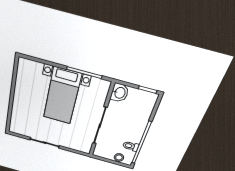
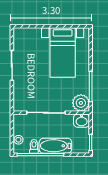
plant: (100, 88) -> (81, 103), added
bed with nightstands: (62, 96) -> (63, 53), moved, turned -90
bathtub: (138, 126) -> (55, 146), added

